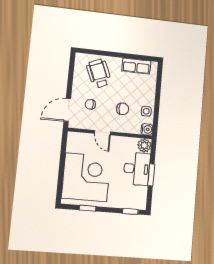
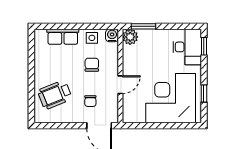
row of seats: (136, 66) -> (63, 37), moved, turned 90
desk: (137, 169) -> (187, 47), moved, turned 90
window: (151, 175) -> (144, 26), moved

